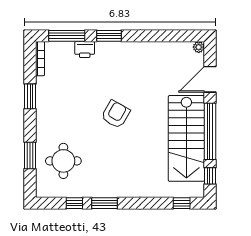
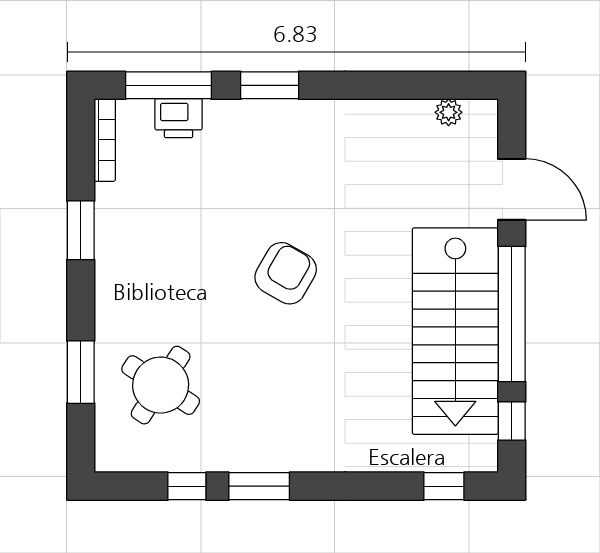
plant: (199, 47) -> (449, 112), moved
printer: (85, 50) -> (179, 118), moved
door: (210, 79) -> (512, 189), swing flipped
round table: (63, 161) -> (161, 385), turned 33

